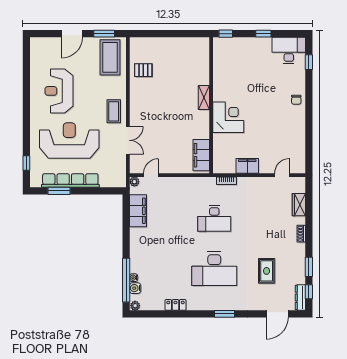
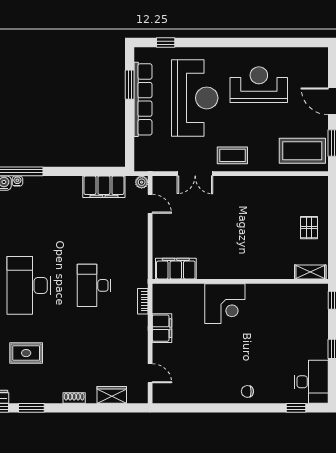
pallet: (143, 70) -> (309, 228), moved
shelving: (204, 98) -> (310, 272), moved

